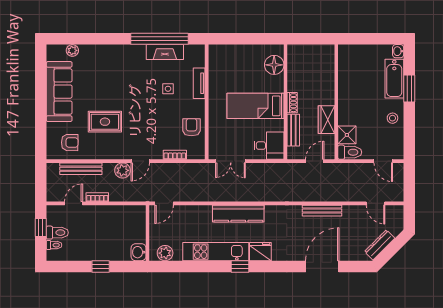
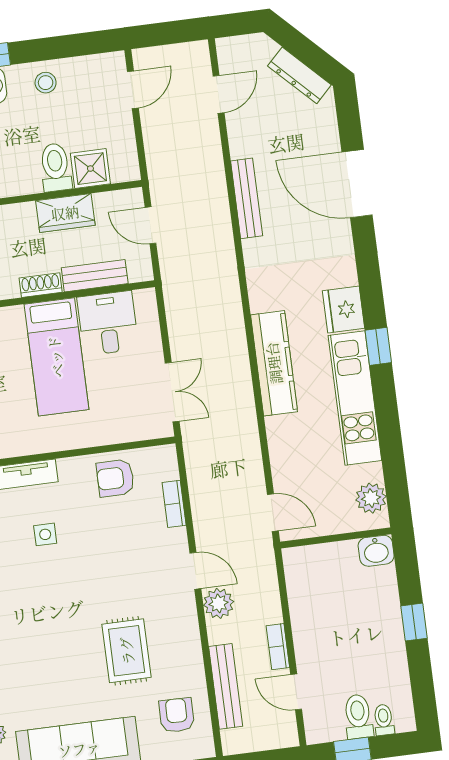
desk: (269, 146) -> (108, 323), moved
toilet: (350, 152) -> (55, 167), moved

